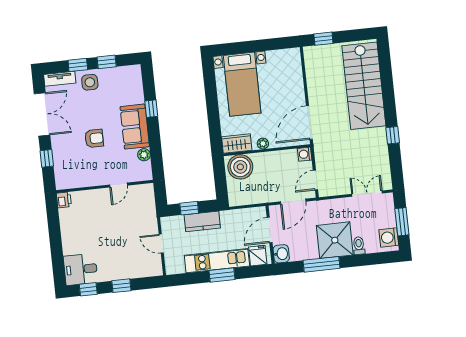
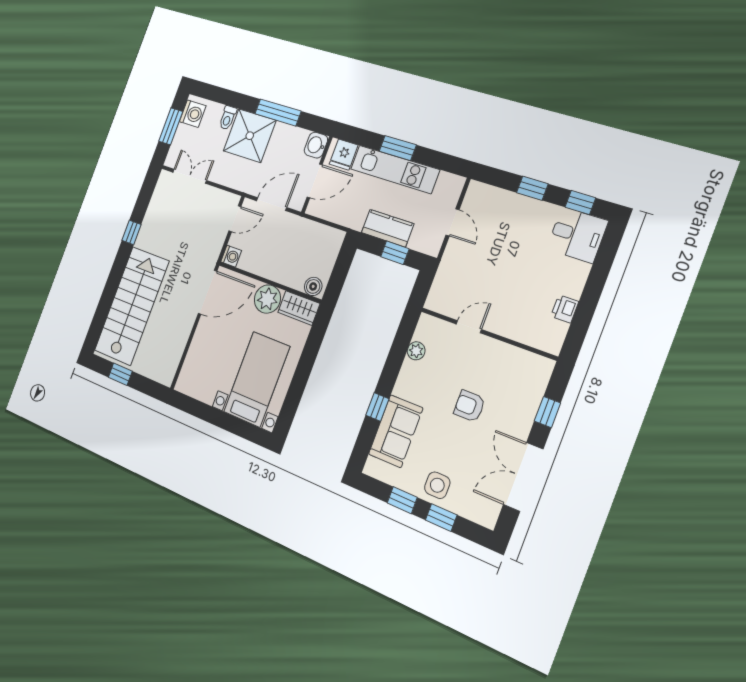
window: (323, 39) -> (120, 374), moved
tv unit: (60, 79) -> (474, 513), removed
sofa: (135, 127) -> (396, 431), moved
plant: (263, 144) -> (267, 299), width x1.88, depth x1.88
boiler: (240, 167) -> (313, 286), width x0.54, depth x0.54
double door: (367, 194) -> (190, 176), swing flipped
printer: (64, 200) -> (565, 309), moved

